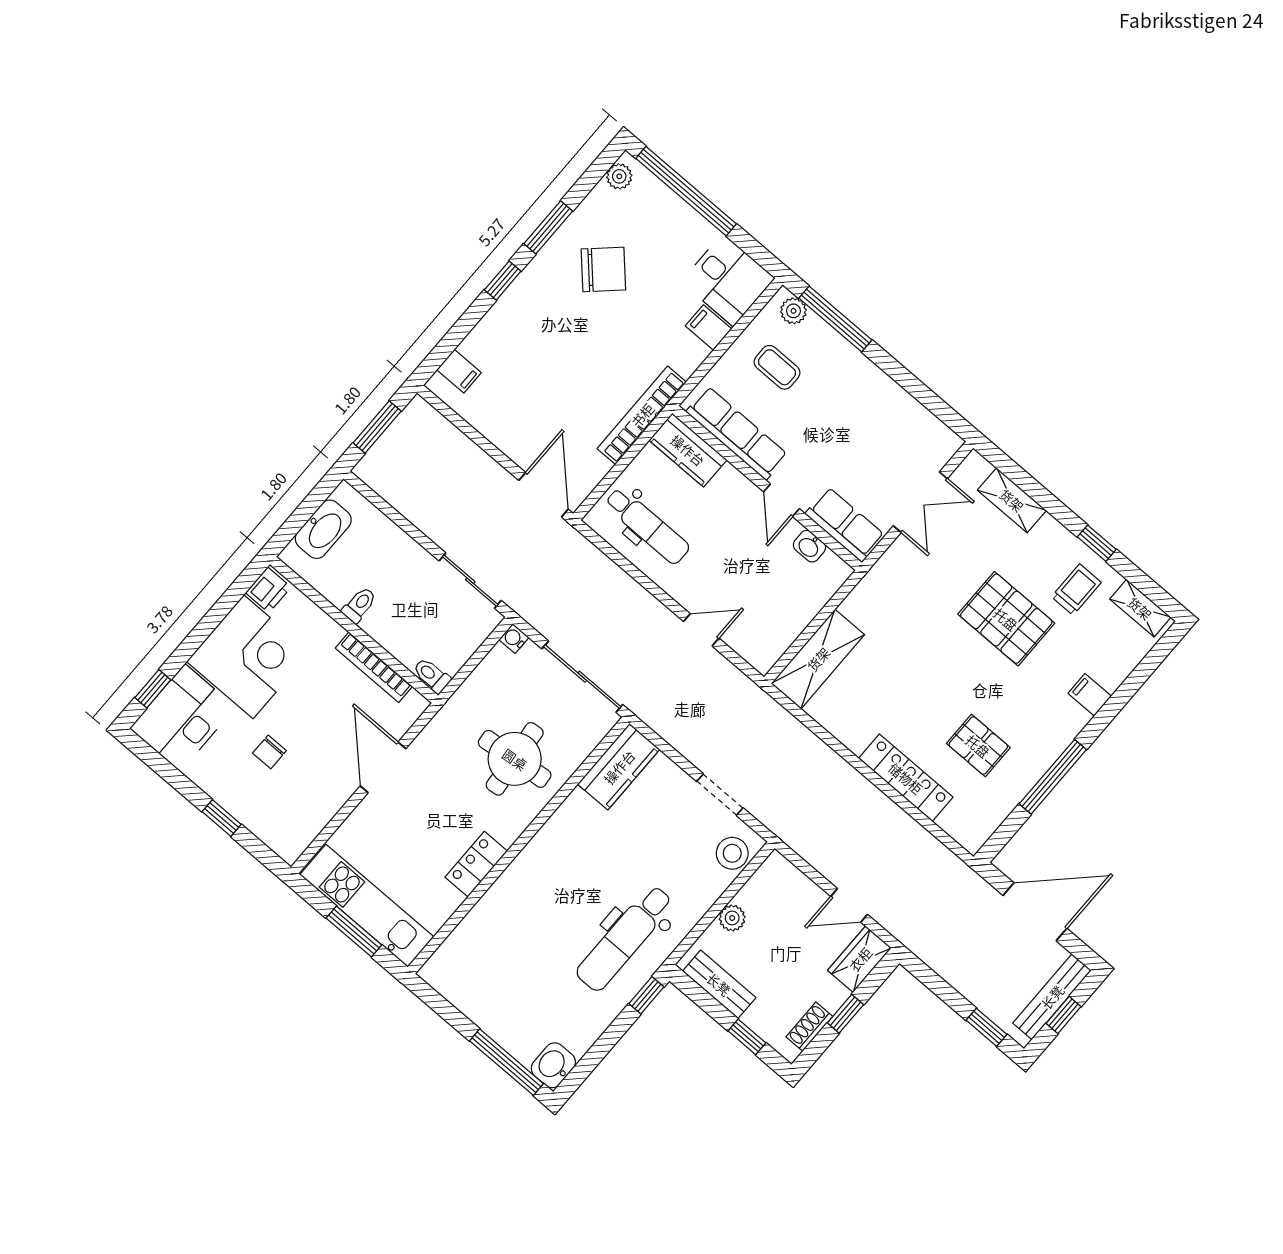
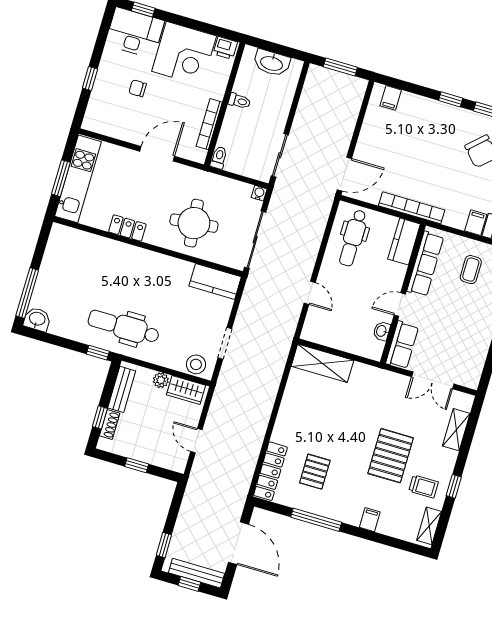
locker: (906, 778) -> (270, 471), moved
wardrobe: (860, 959) -> (186, 390), moved, turned 180
shoe rack: (809, 1027) -> (110, 425), moved, turned 90

